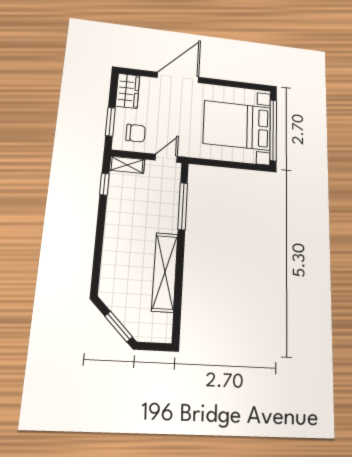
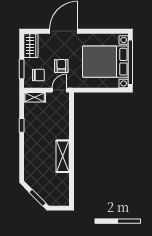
armchair: (172, 124) -> (61, 66), added
window: (104, 184) -> (22, 125), moved
window: (183, 206) -> (72, 121), removed
shelving: (165, 272) -> (63, 156), width x0.68

